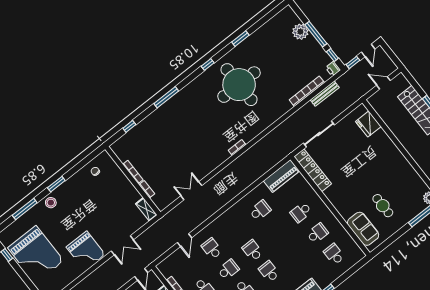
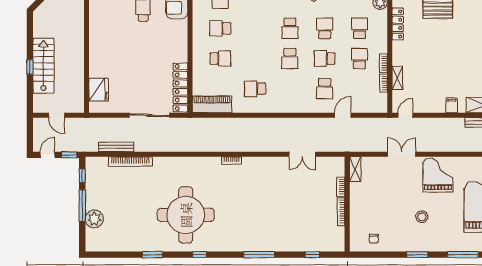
printer: (333, 69) -> (91, 163), removed
stool: (51, 203) -> (422, 217), moved

